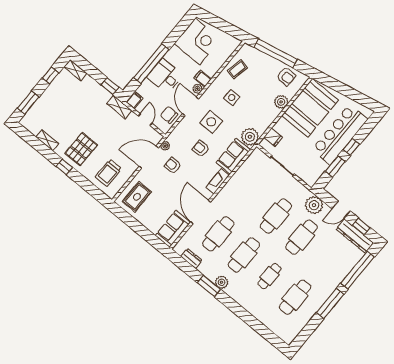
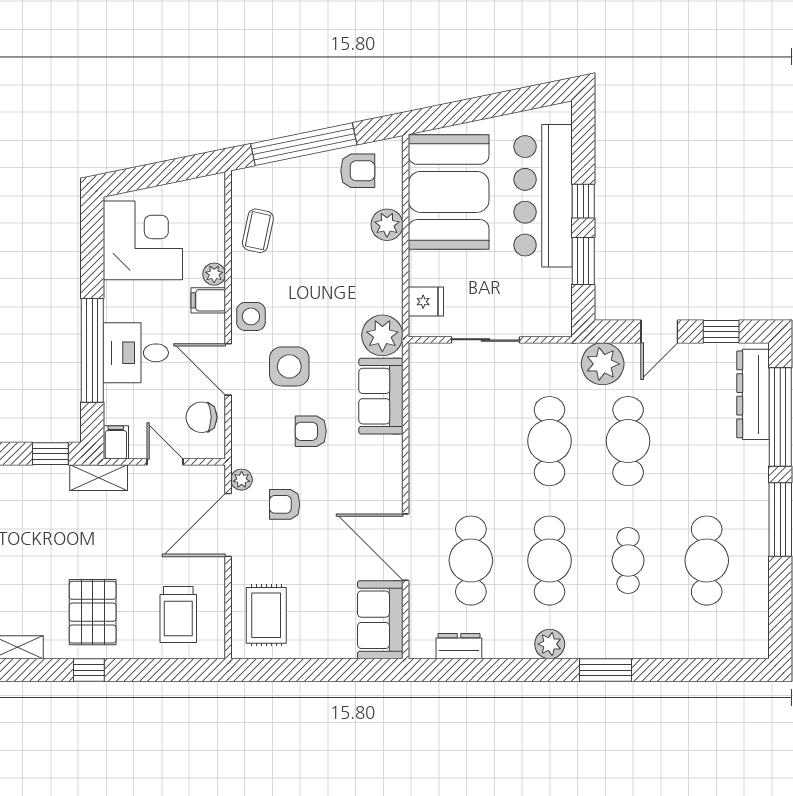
plant: (197, 89) -> (214, 274), moved
side table: (232, 98) -> (251, 316), moved
fireplace: (218, 181) -> (390, 465), removed
dresser: (355, 236) -> (753, 394), moved, turned 90
window: (209, 286) -> (605, 670), moved

